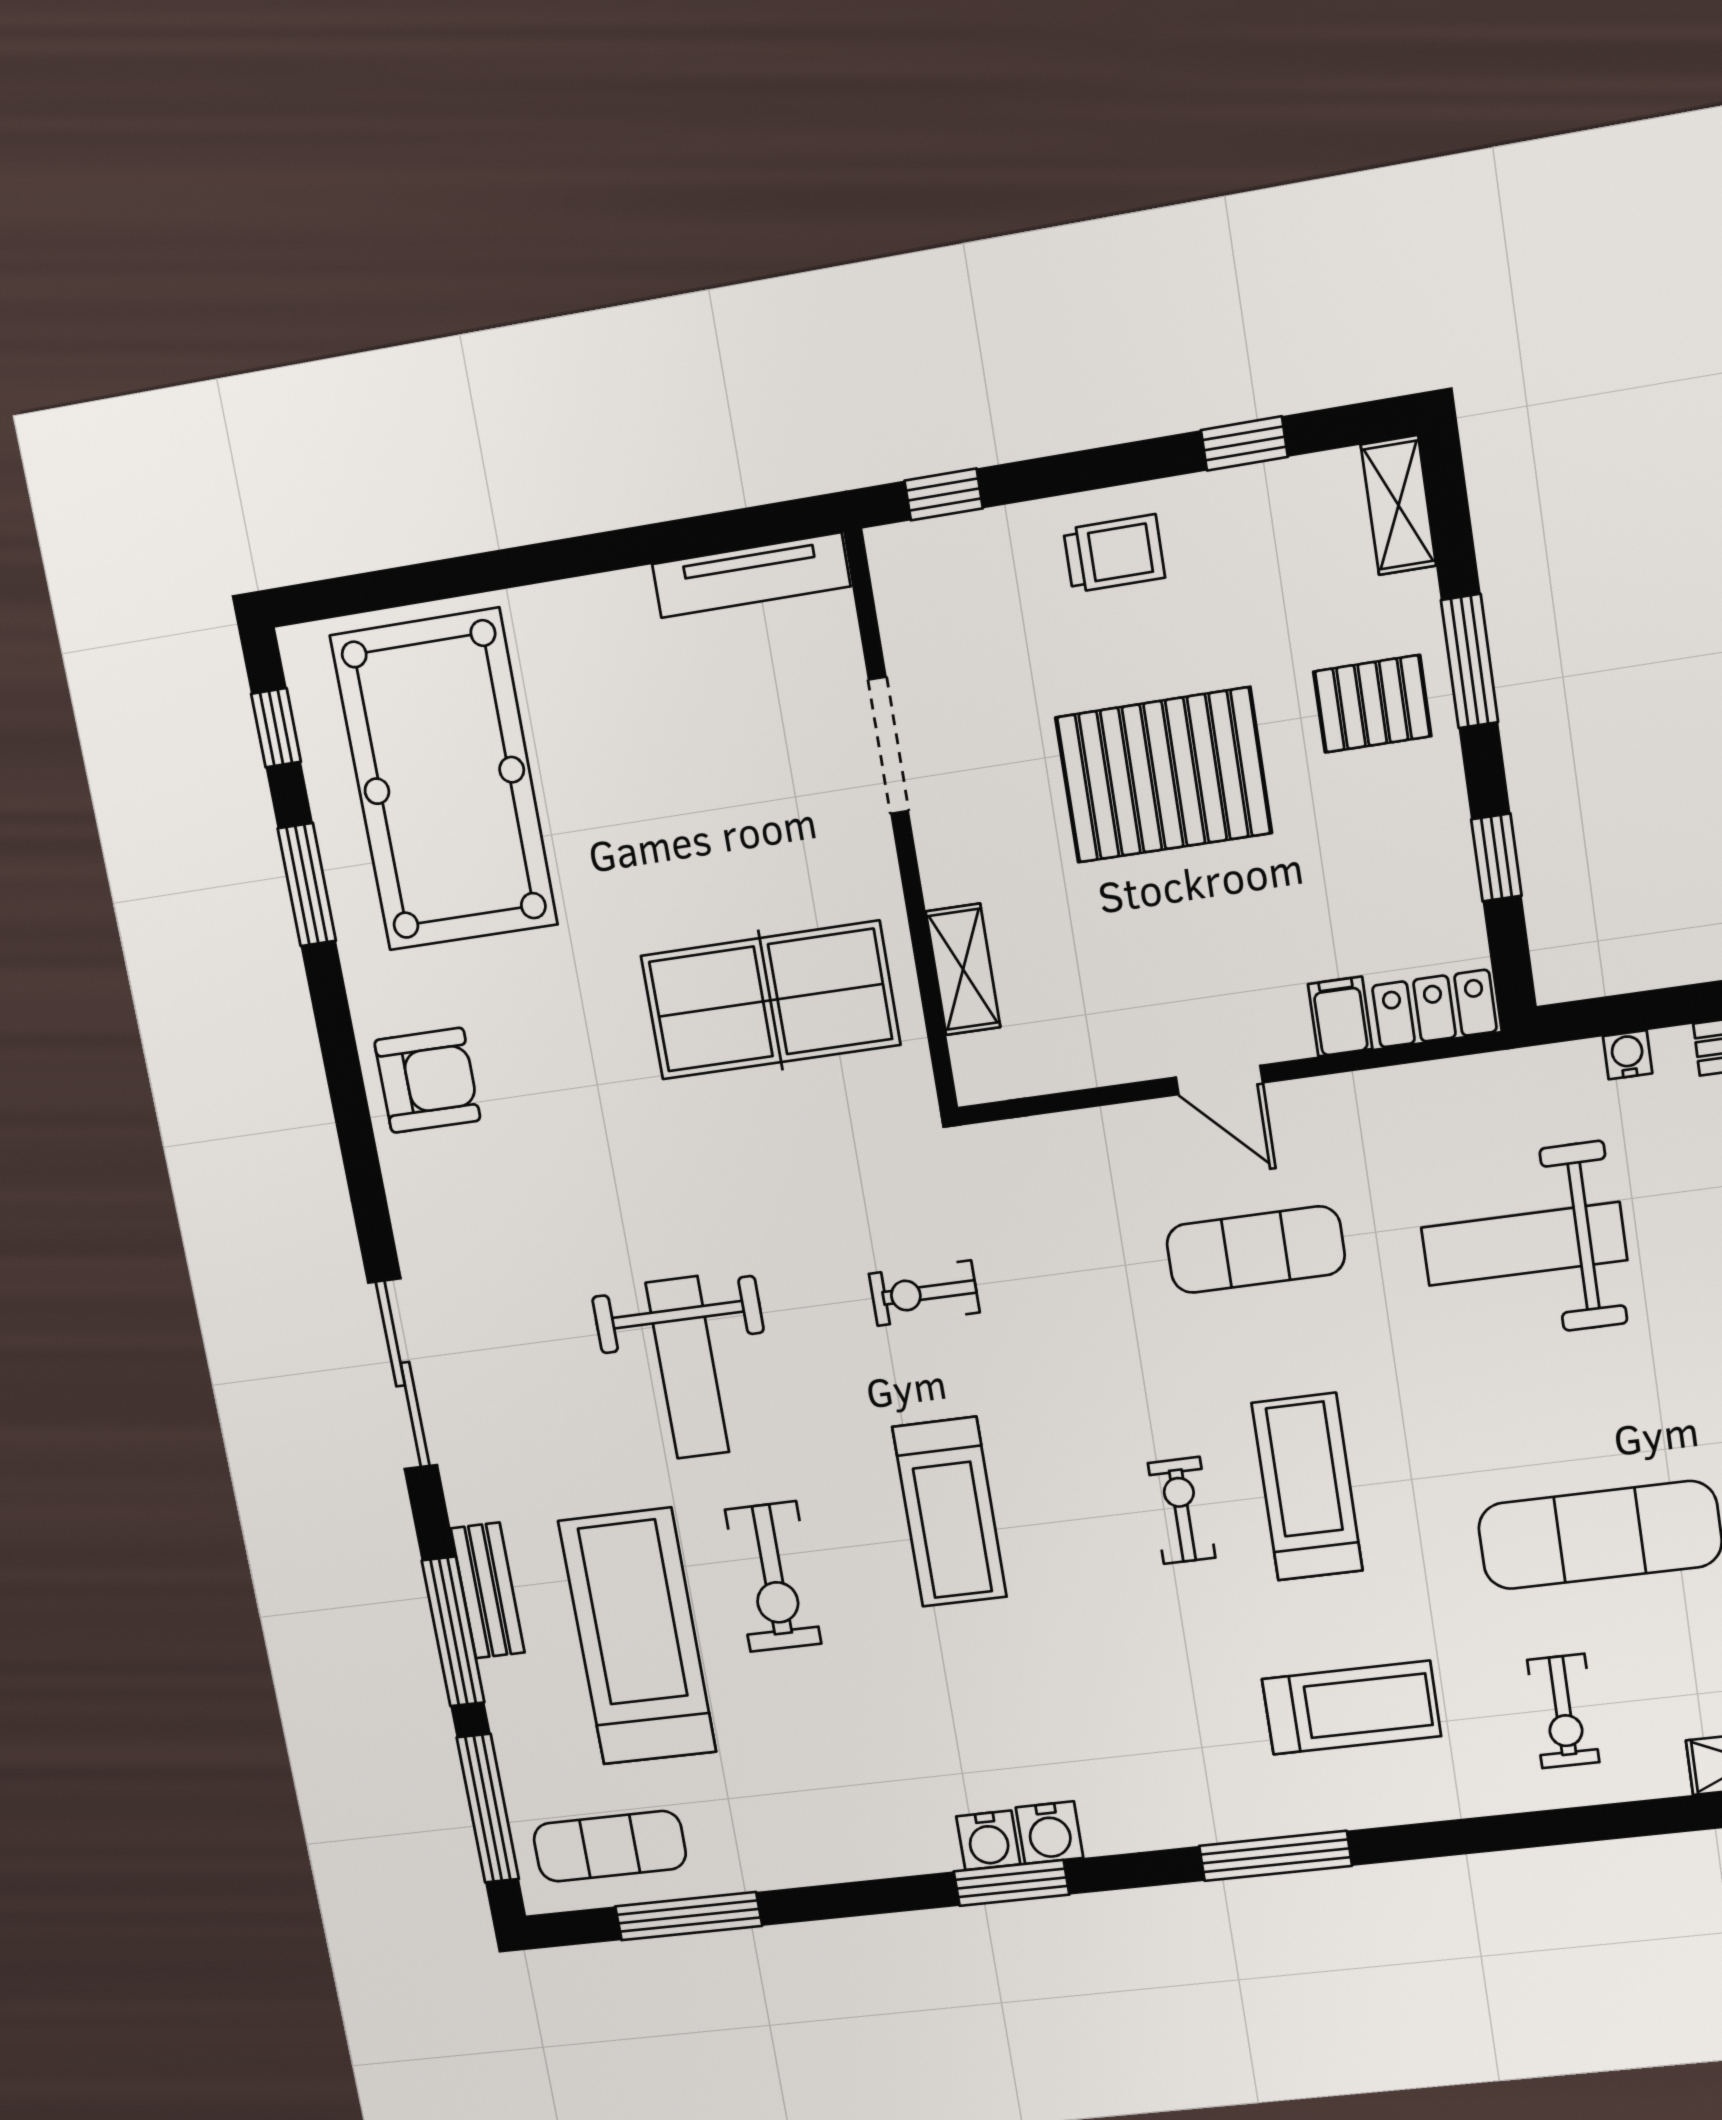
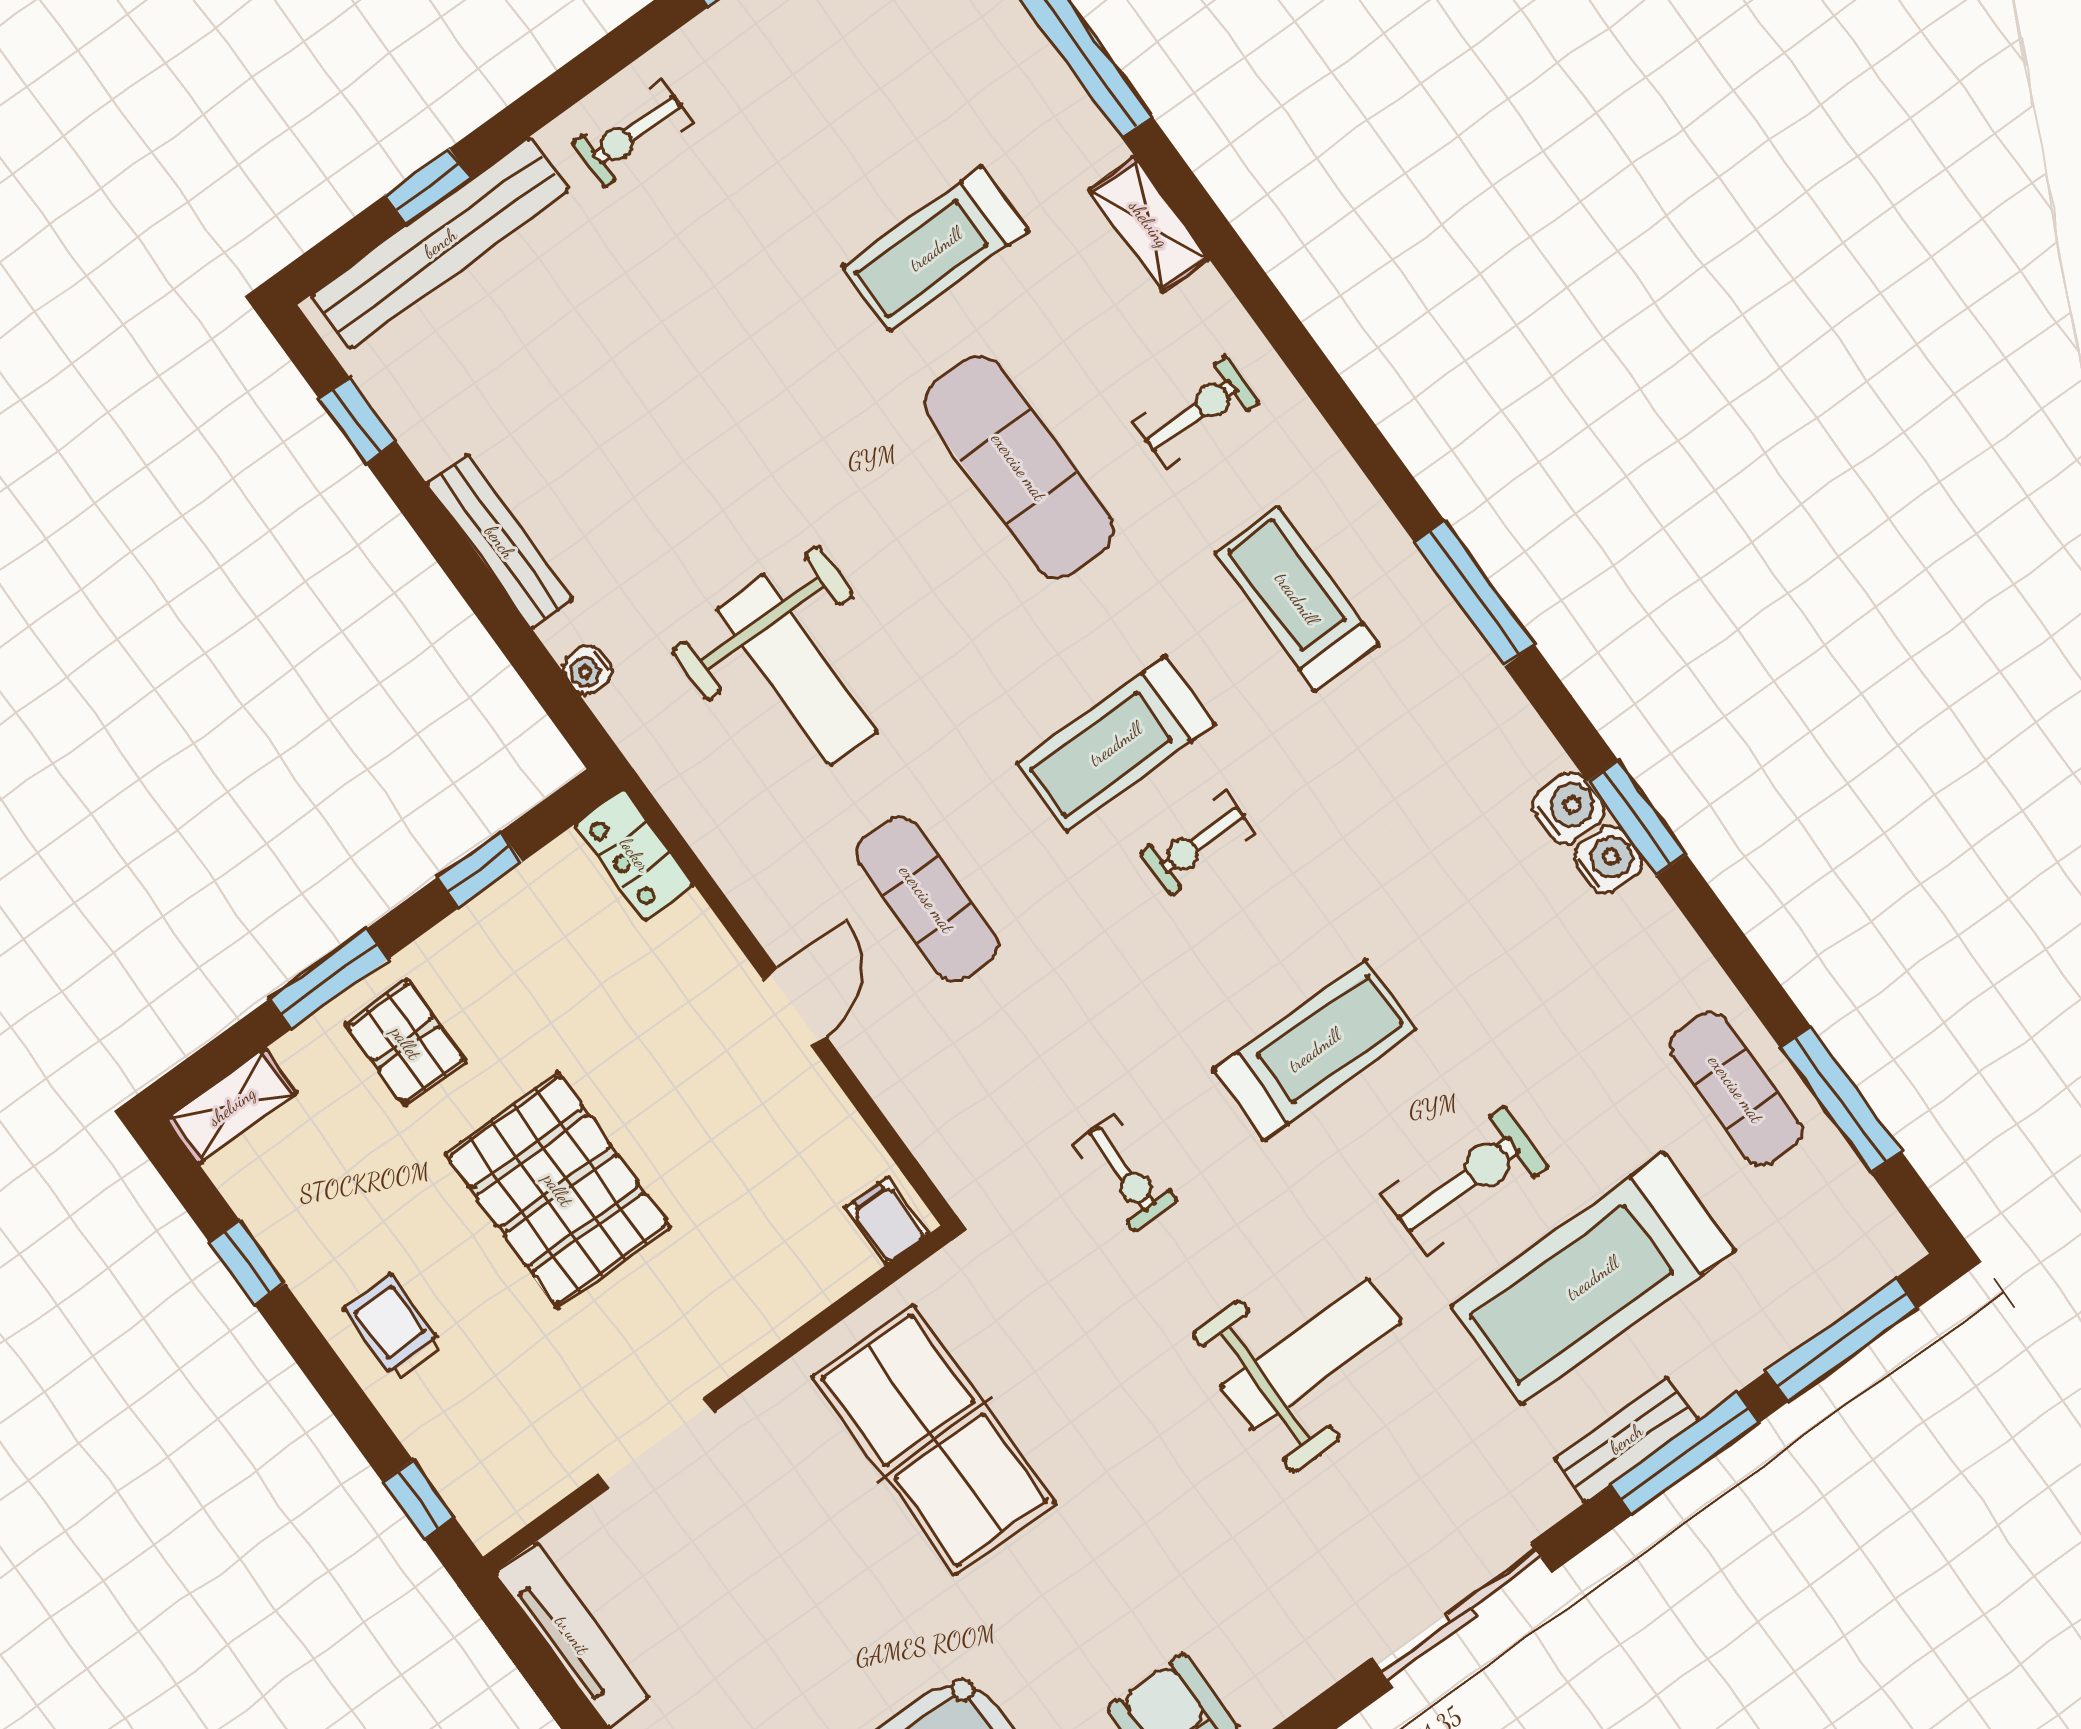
shelving: (963, 969) -> (816, 1281), removed
filing cabinet: (1340, 1017) -> (887, 1221), moved, turned 90
exercise mat: (610, 1846) -> (1736, 1089), moved

